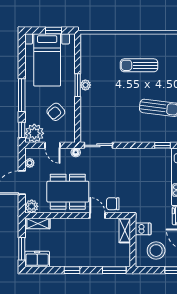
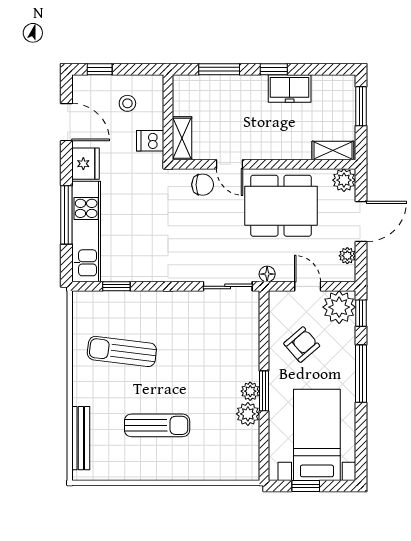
plant: (87, 72) -> (248, 414), added
stool: (156, 251) -> (127, 103), width x0.53, depth x0.53
freezer: (37, 259) -> (290, 88), moved
window: (114, 270) -> (219, 69), moved

